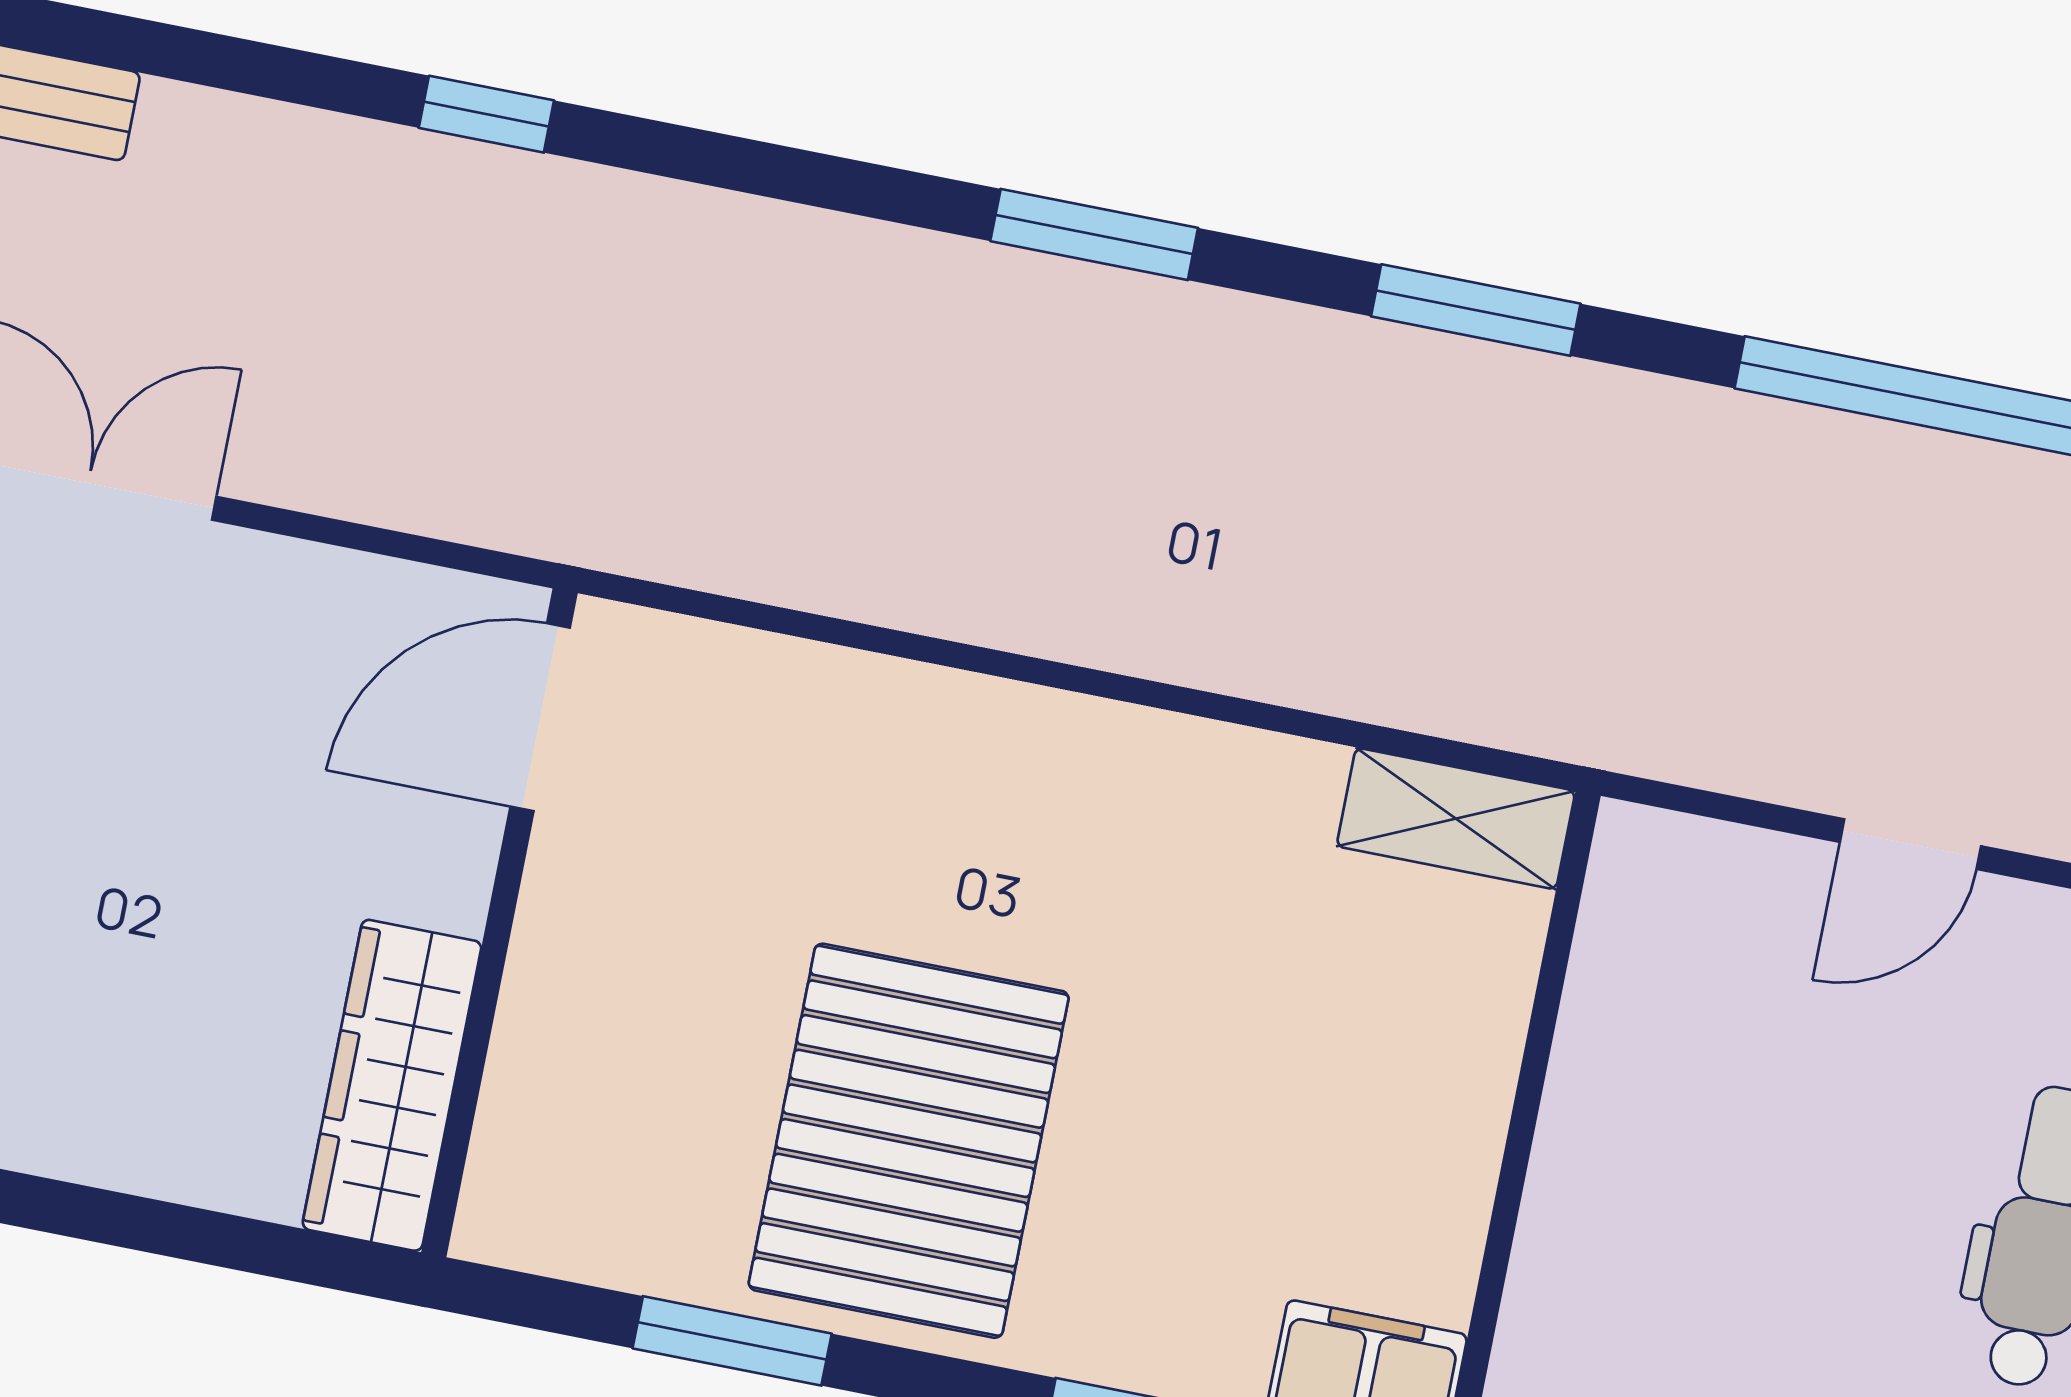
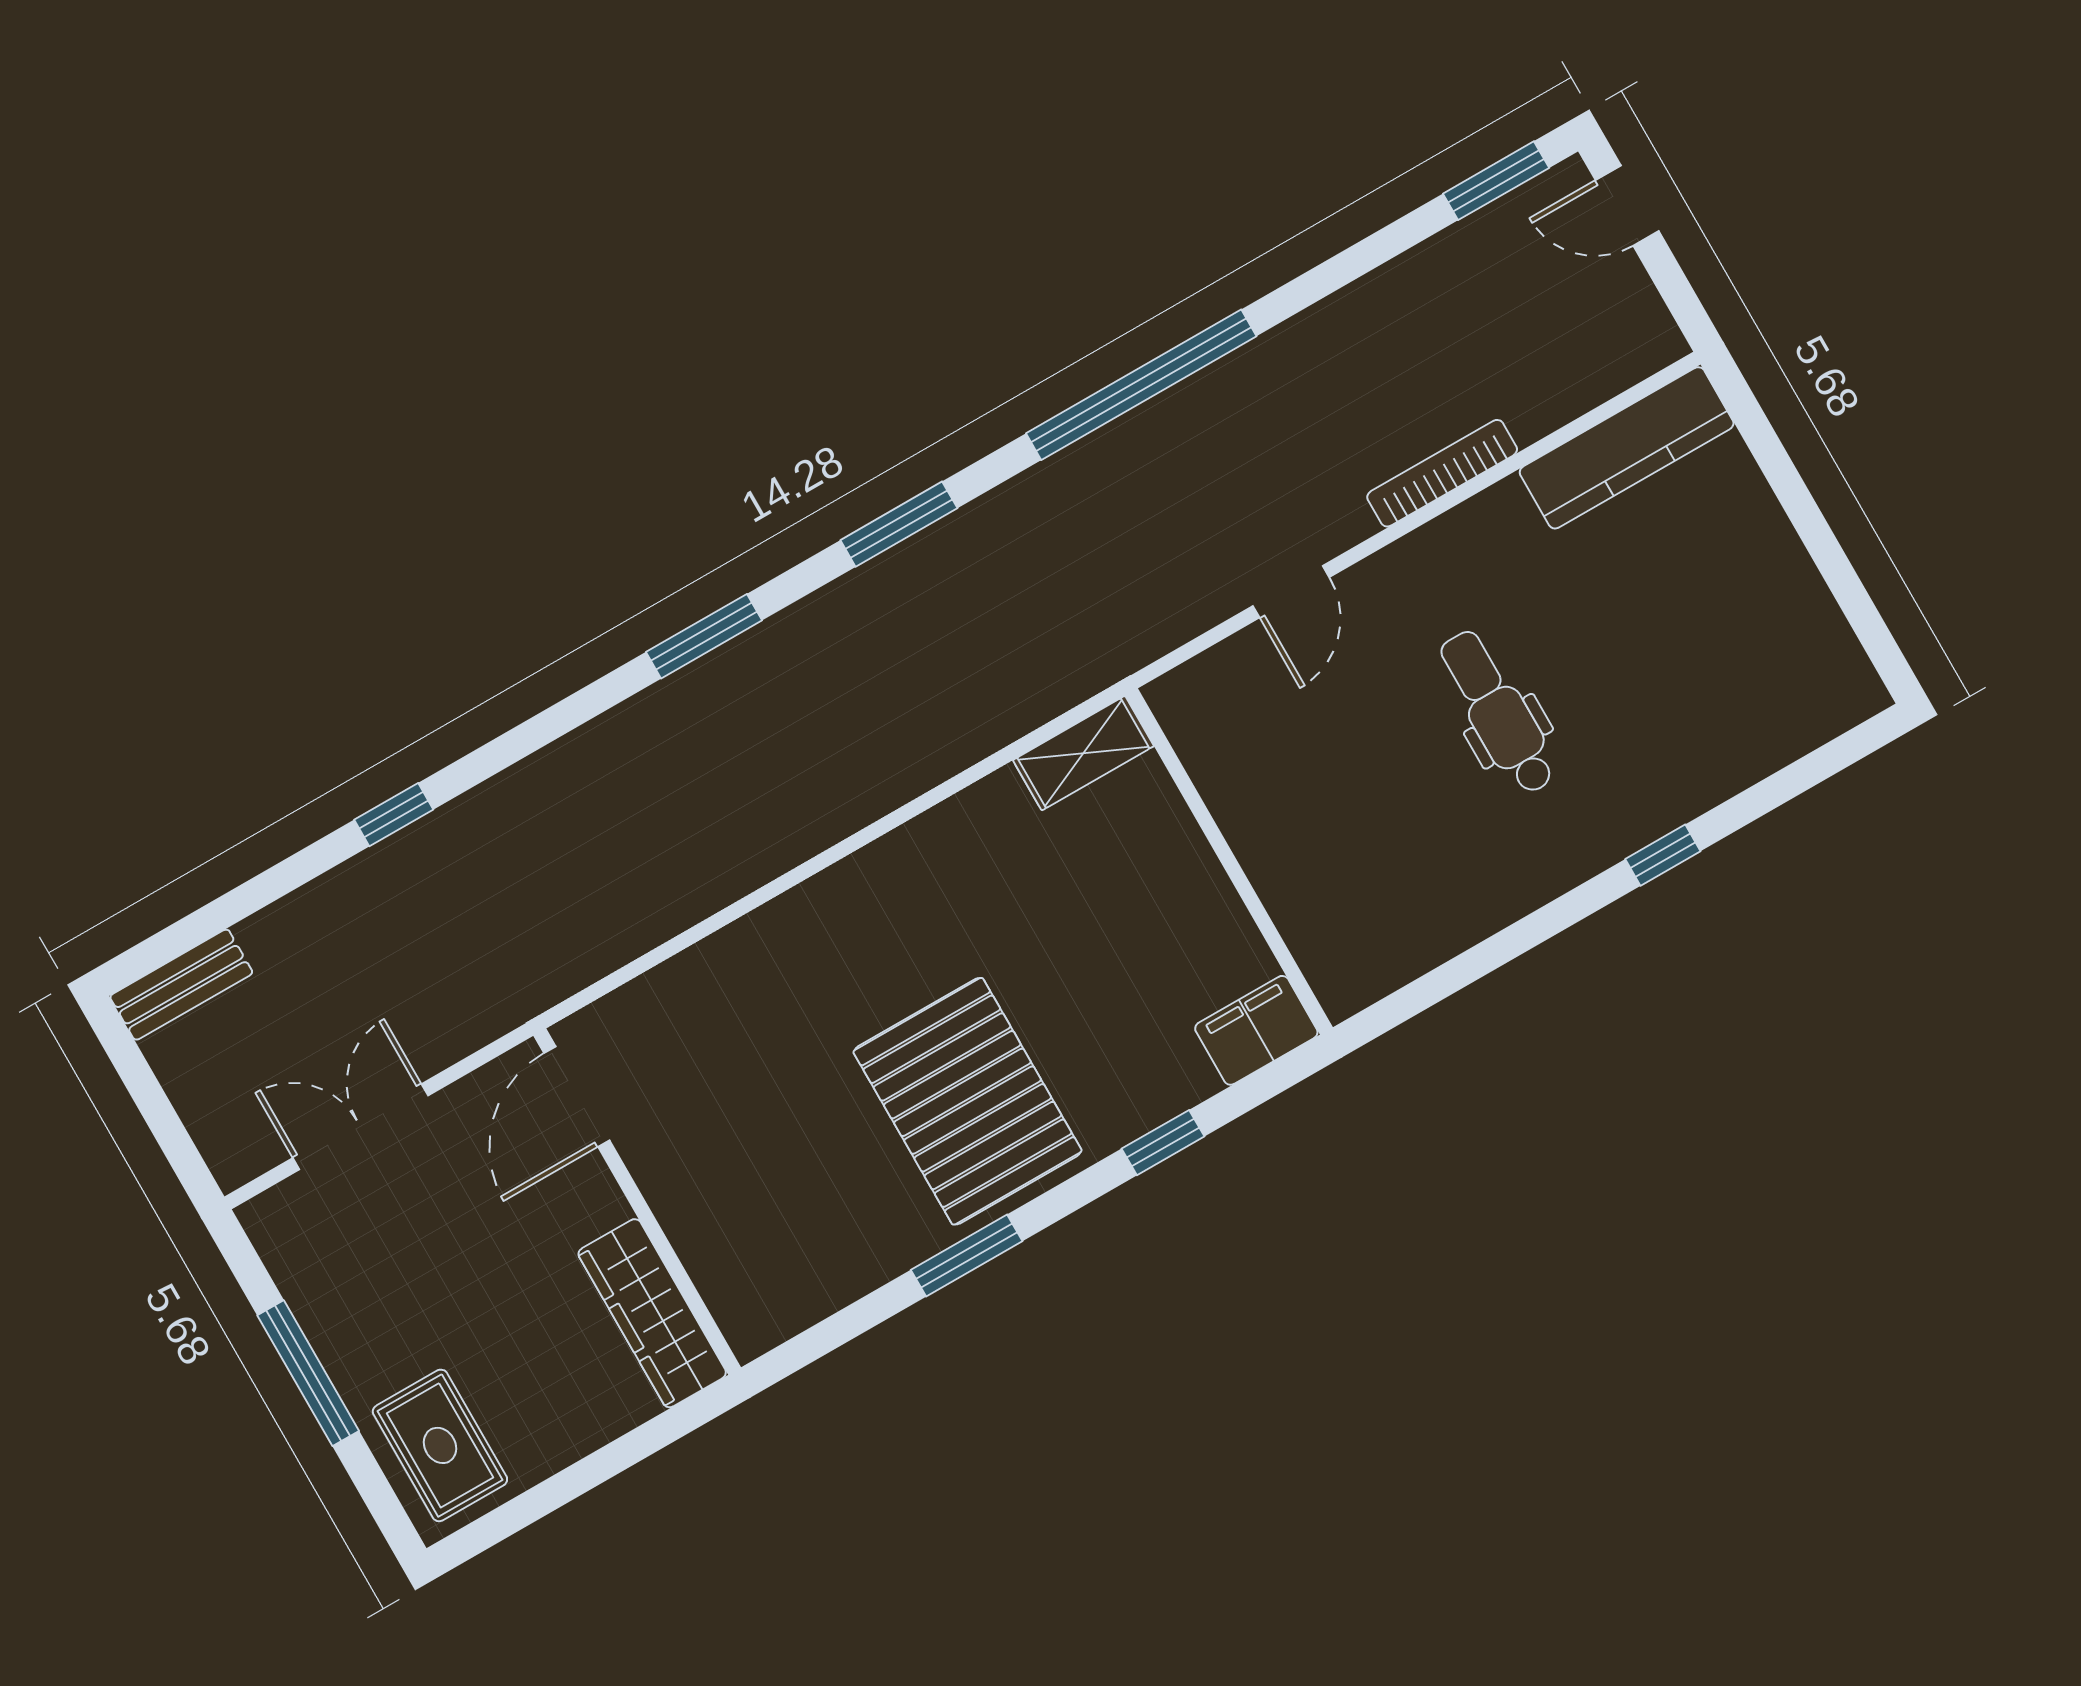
door: (540, 717) -> (577, 1097), moved
wall: (499, 923) -> (637, 1202), moved
wardrobe: (392, 1085) -> (652, 1313), moved

